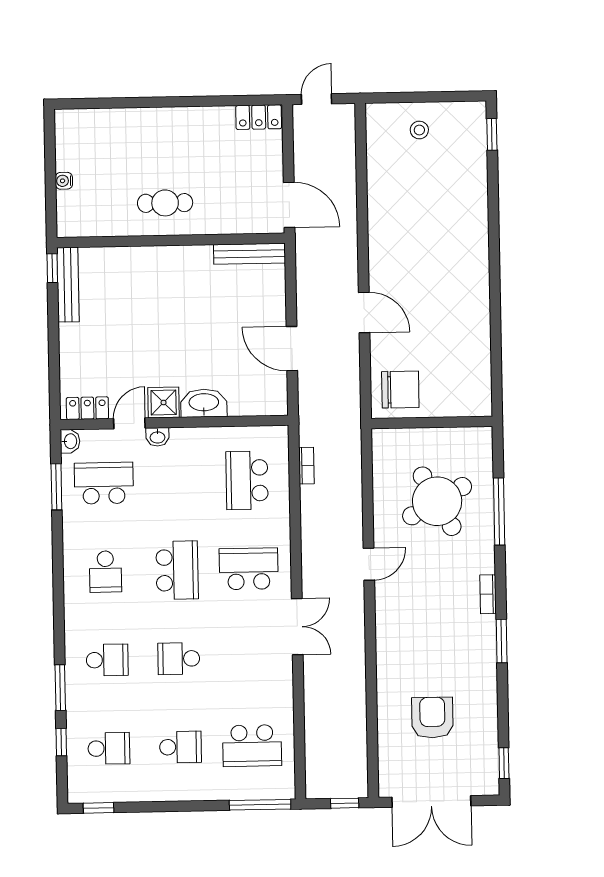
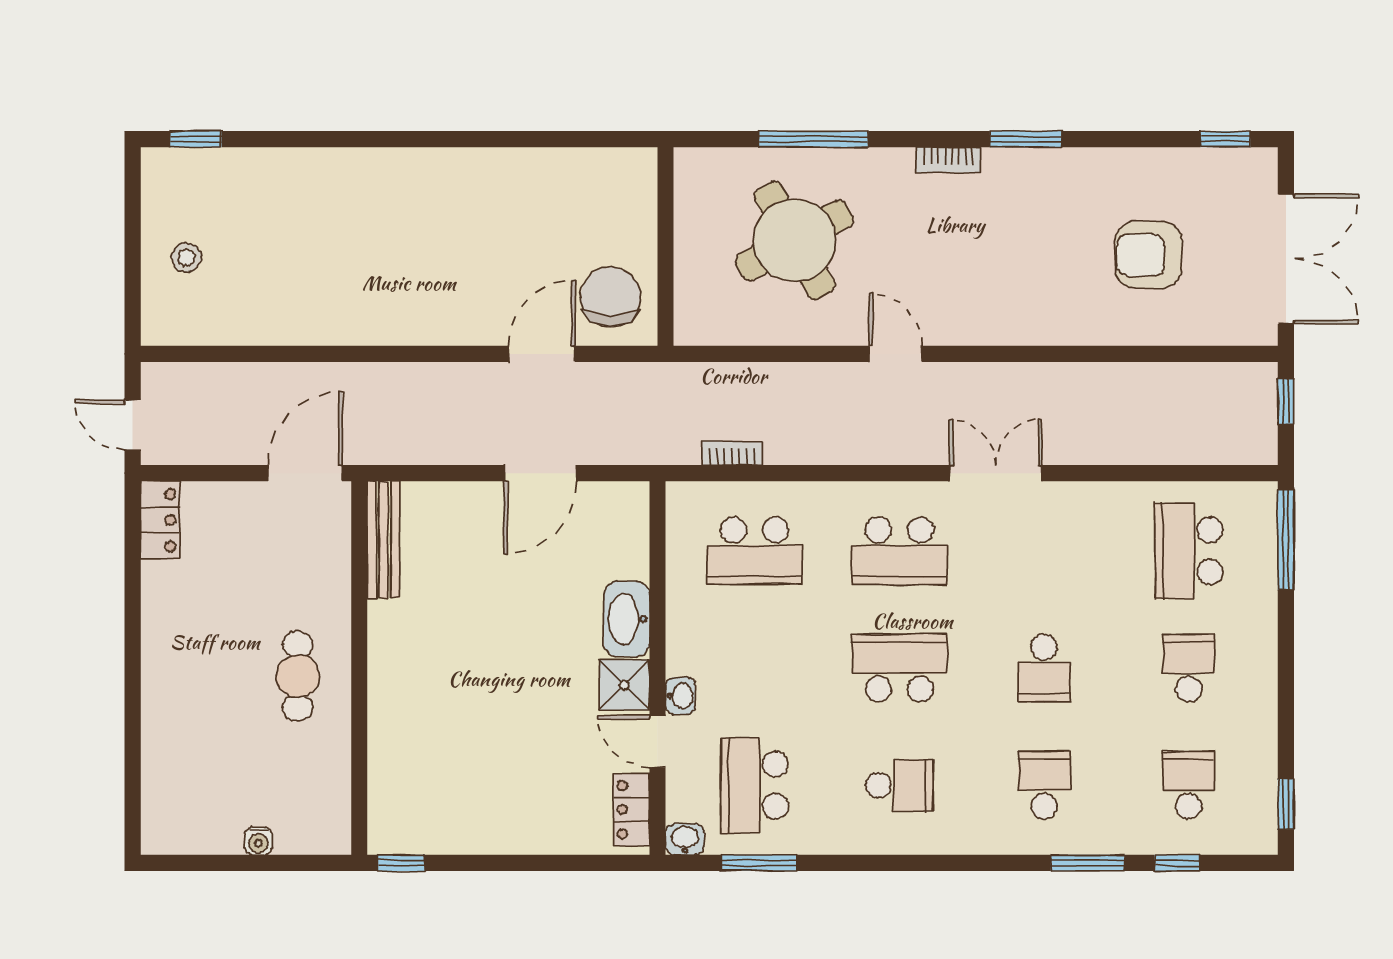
bench: (68, 285) -> (428, 838), removed
door: (364, 312) -> (542, 354), moved
school desk: (249, 569) -> (899, 551), turned -90
school desk: (252, 746) -> (1189, 551), turned 180

